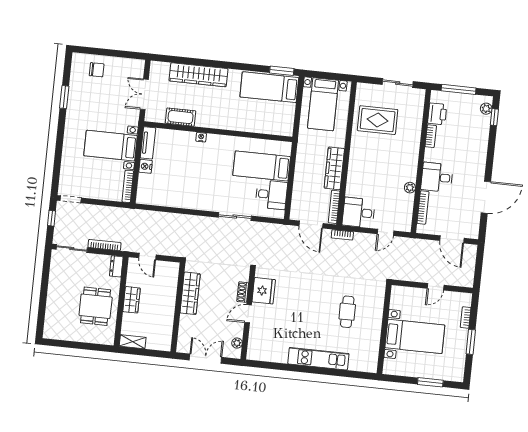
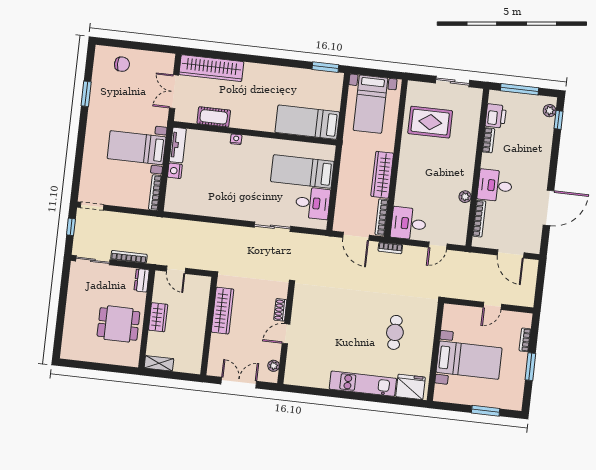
wardrobe: (198, 75) -> (211, 68), moved
bed: (269, 87) -> (307, 122), moved
fridge: (264, 291) -> (410, 387), moved, turned -90
dining table: (96, 306) -> (118, 324), turned 90

